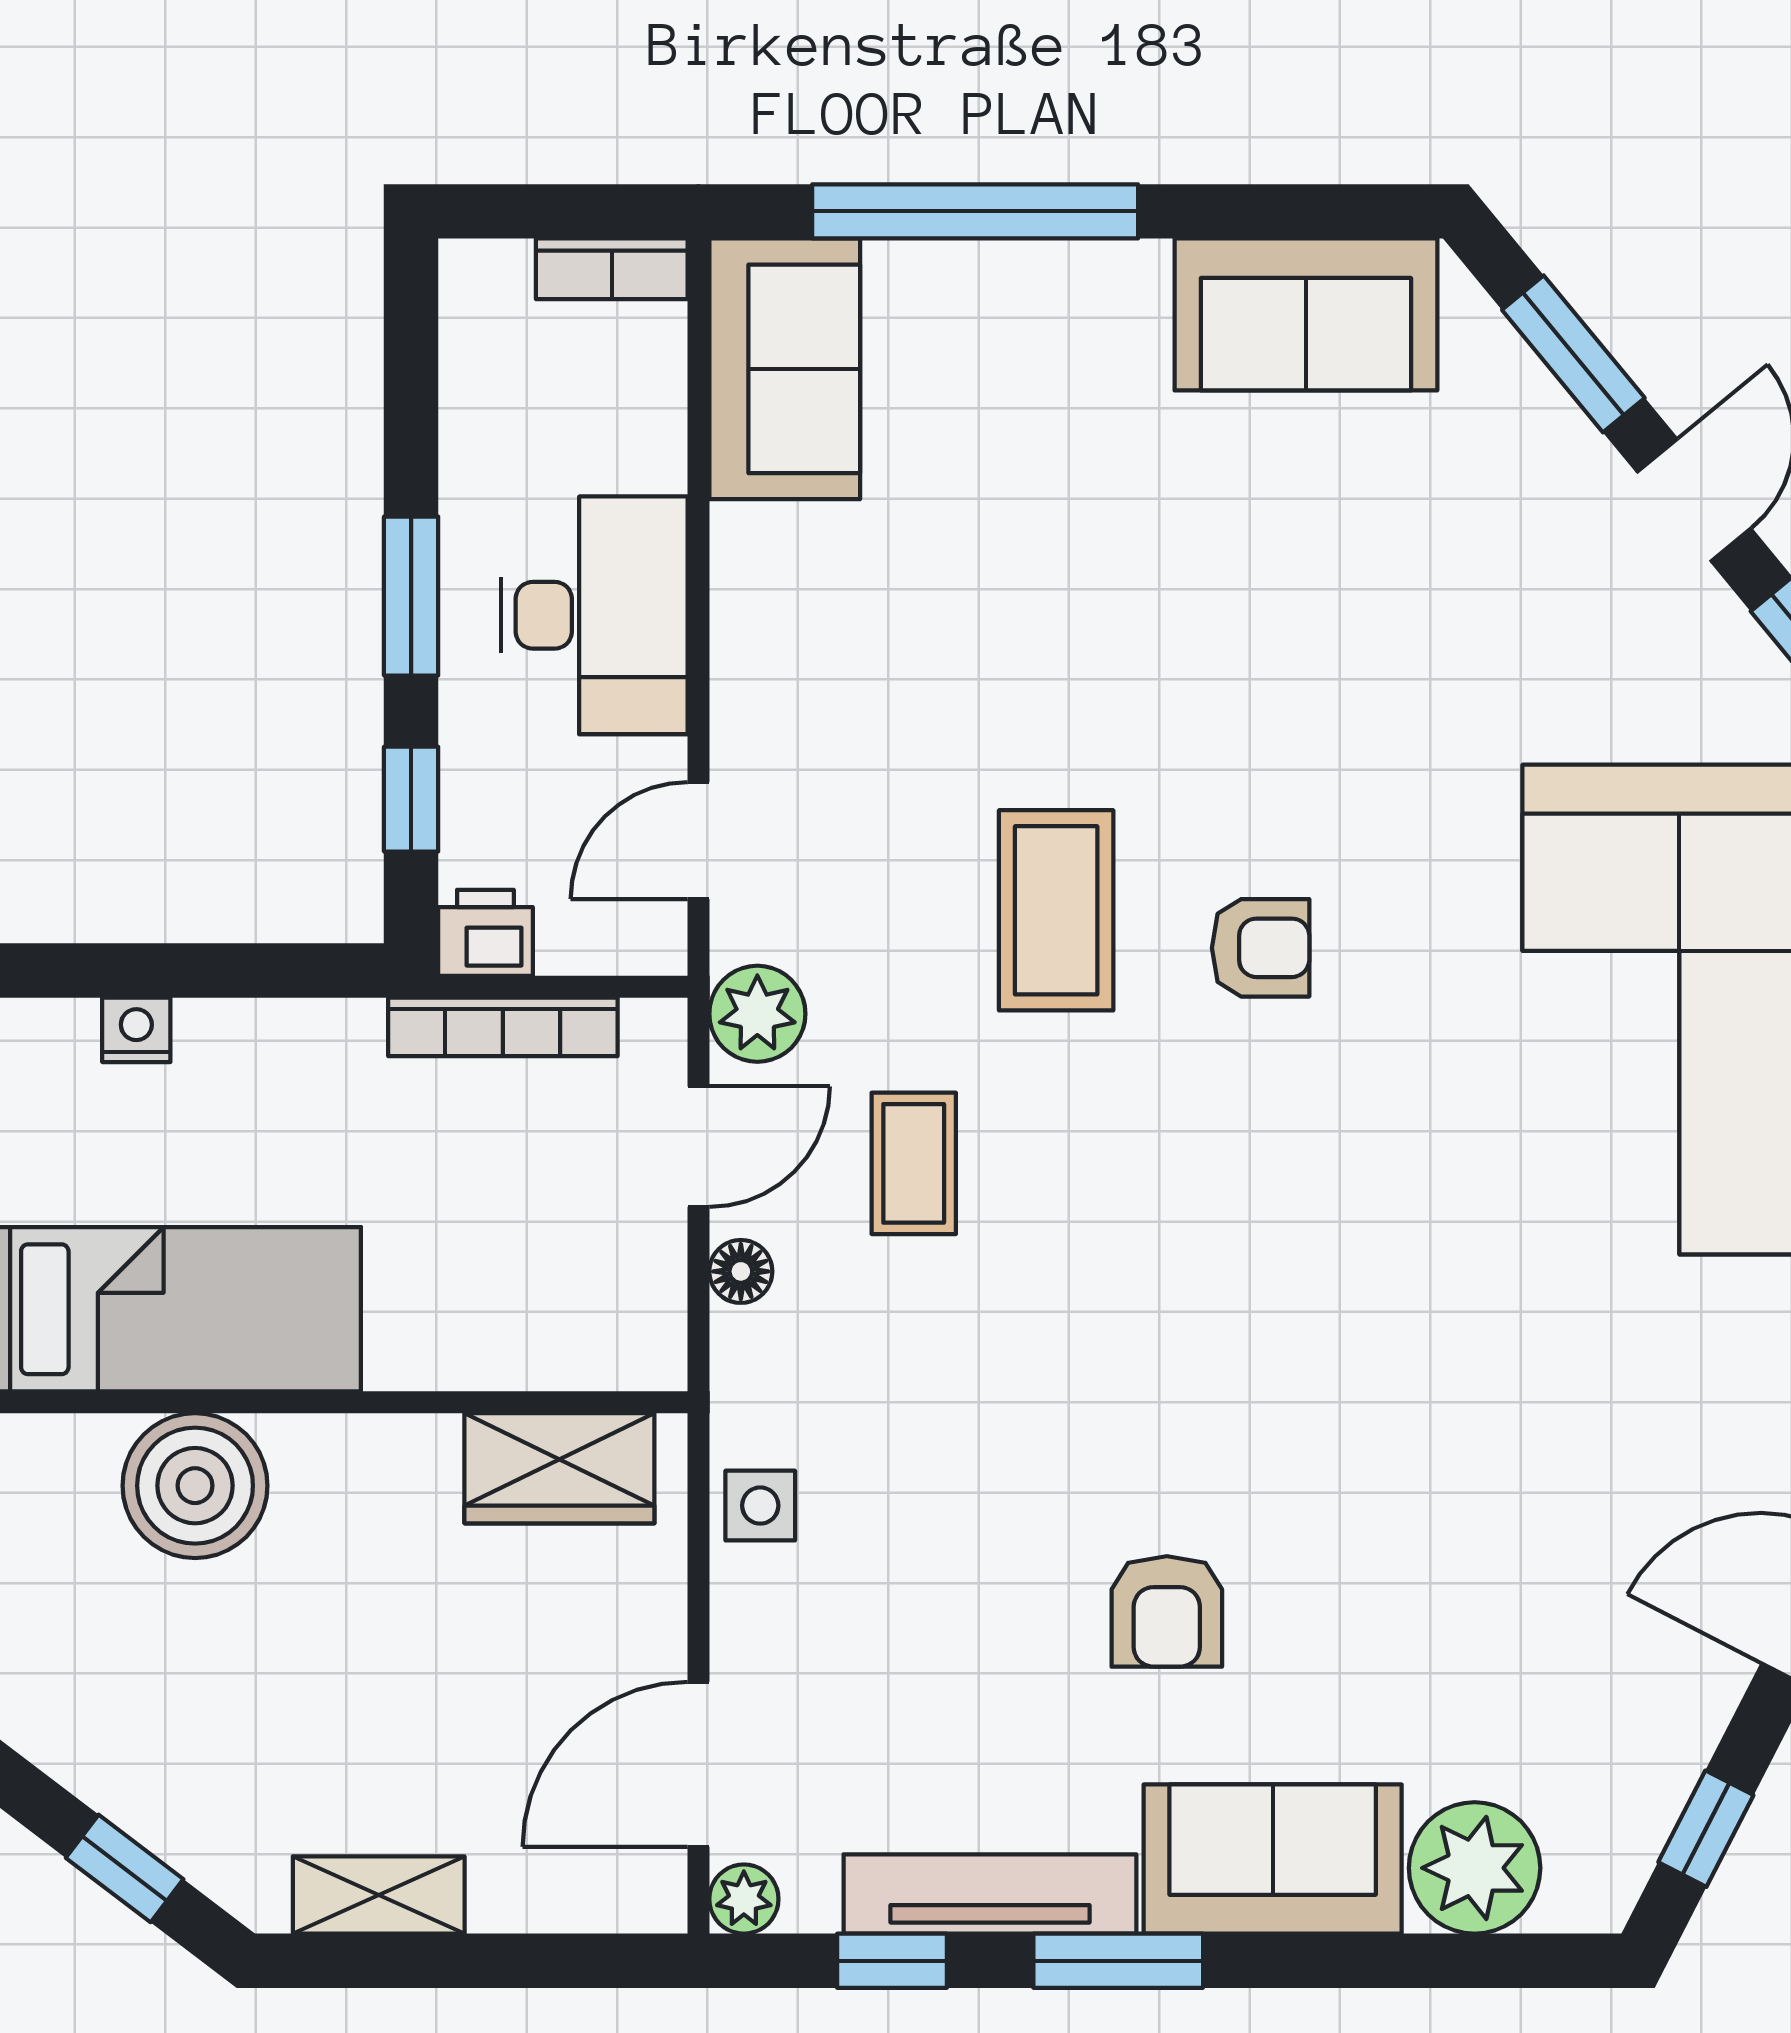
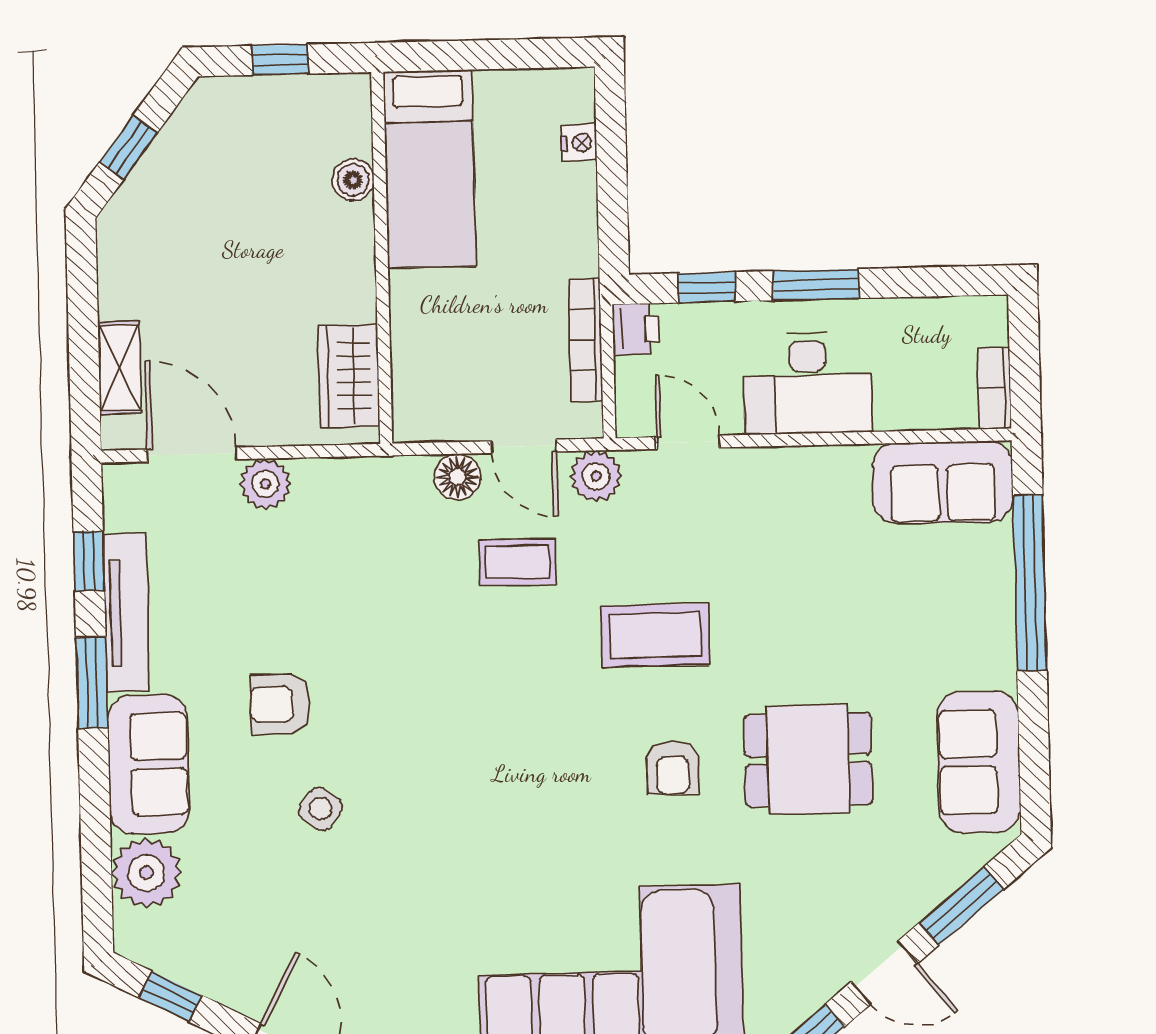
dining table: (1294, 632) -> (808, 759), added
armchair: (1261, 948) -> (673, 768), moved
floor lamp: (741, 1271) -> (457, 477), width x1.37, depth x1.37
boiler: (195, 1486) -> (353, 180), width x0.54, depth x0.54
side table: (760, 1506) -> (320, 809), moved, turned 36
shelving: (379, 1895) -> (120, 368), moved
plant: (744, 1899) -> (265, 484), moved, width x1.38, depth x1.38

